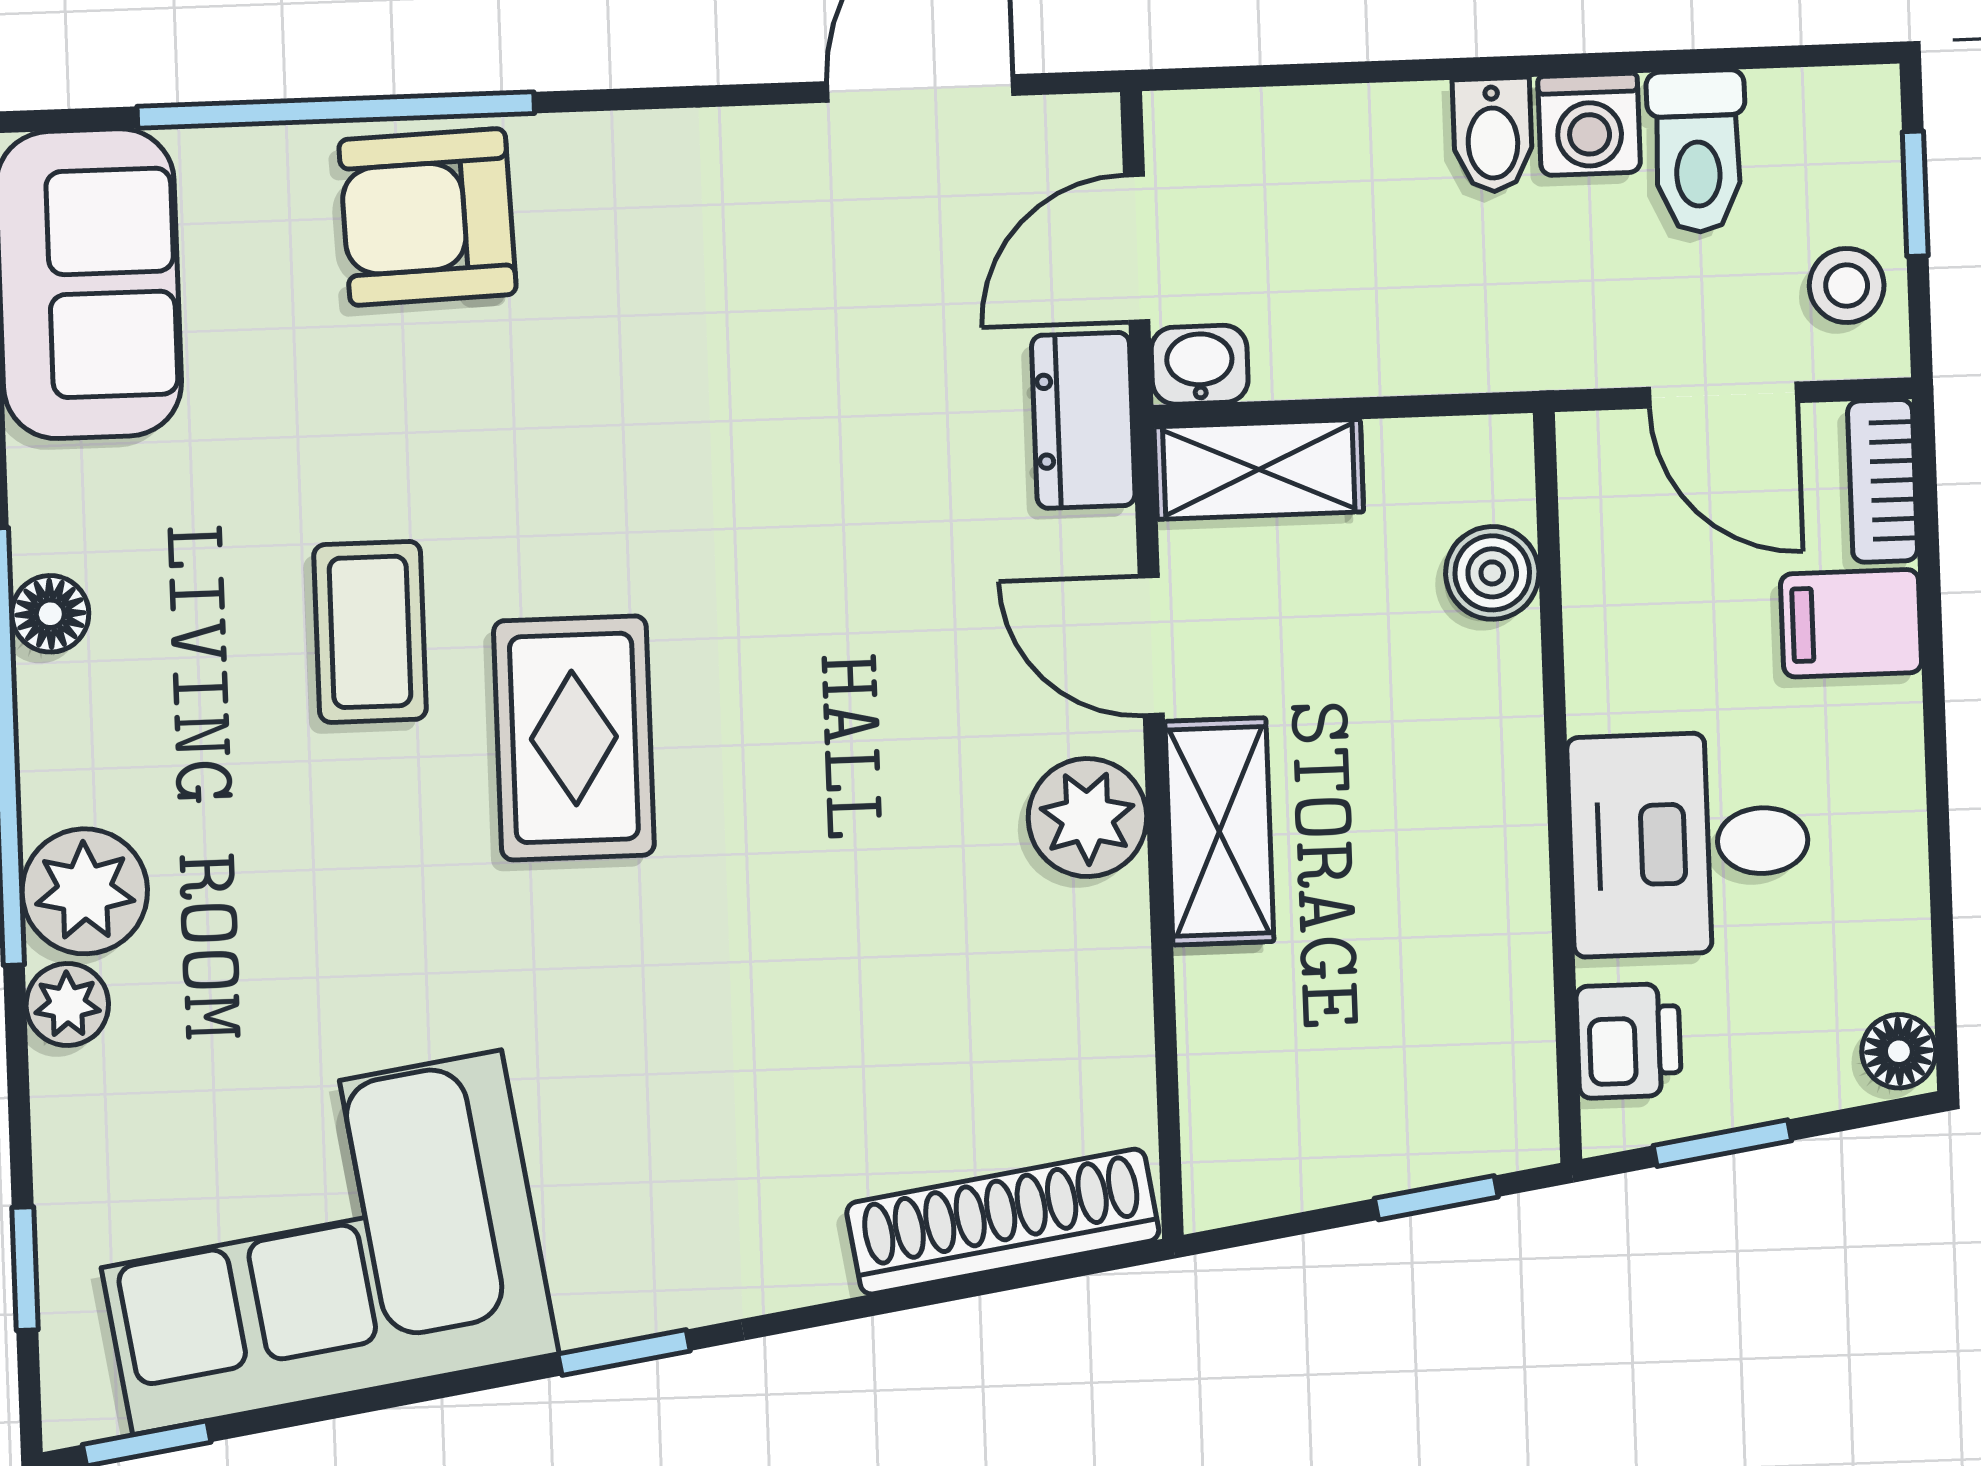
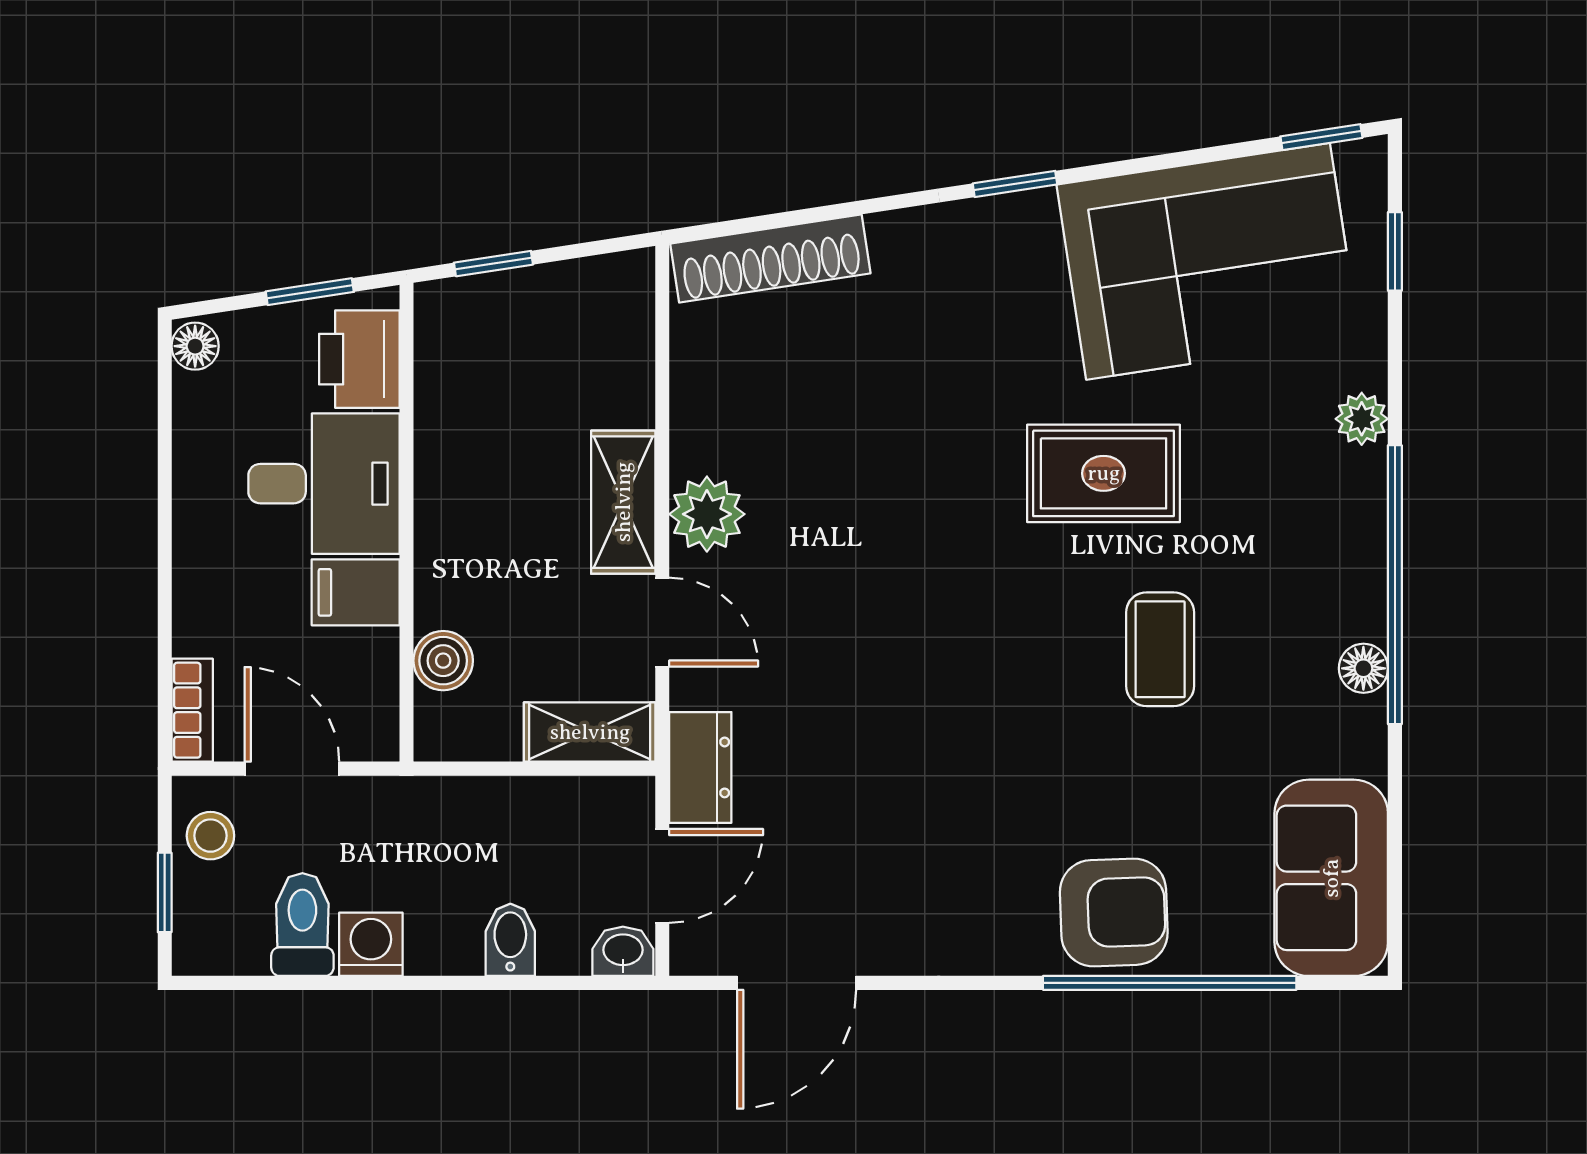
bidet: (1493, 135) -> (510, 940), moved
washbasin: (1200, 365) -> (623, 951), moved, turned 180
filing cabinet: (1851, 623) -> (356, 592), moved, turned 180
rug: (574, 738) -> (1104, 473), moved, turned 90
plant: (85, 891) -> (1348, 491), removed
printer: (1629, 1041) -> (359, 359), width x1.36, depth x1.24

